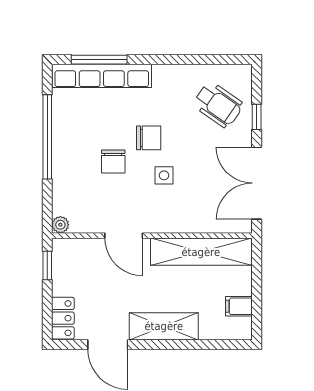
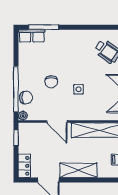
row of seats: (102, 76) -> (32, 36), width x0.50
window: (47, 137) -> (16, 89), moved
chair: (149, 138) -> (26, 98), moved

